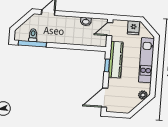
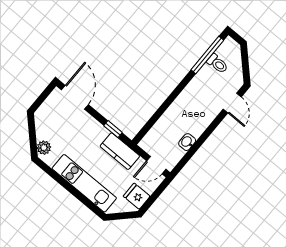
door: (110, 29) -> (156, 165), swing flipped
kitchen counter: (116, 60) -> (120, 151), width x0.67

